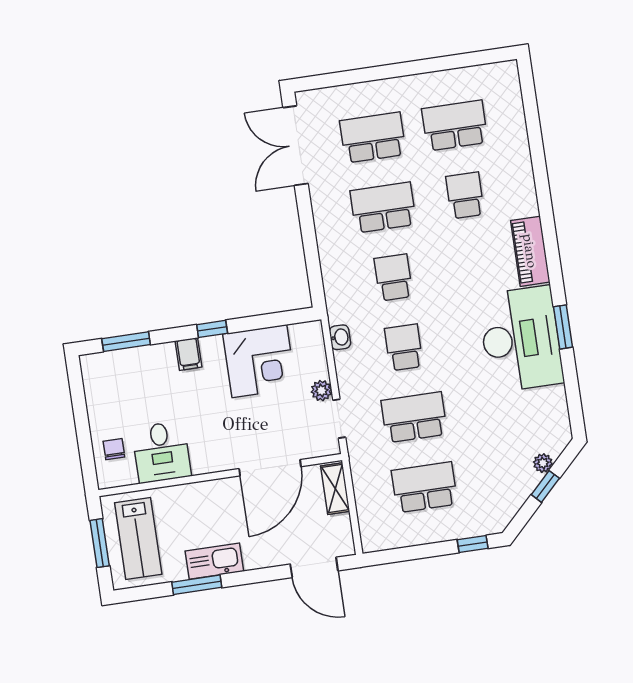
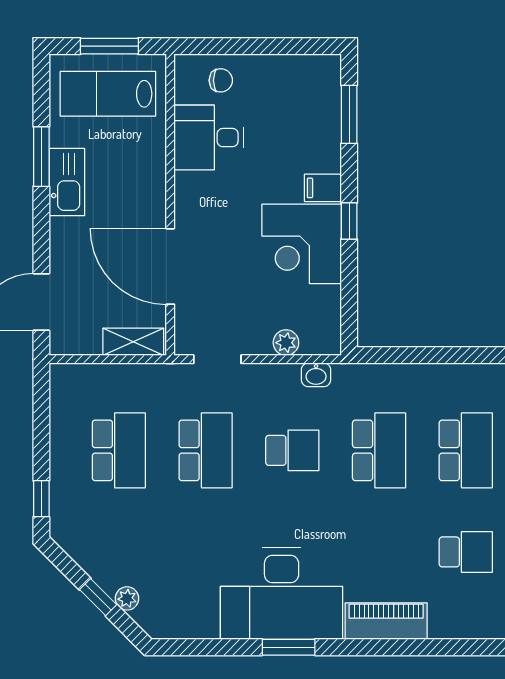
school desk: (393, 277) -> (379, 450), width x1.85
corner desk: (259, 361) -> (302, 244), moved
plant: (321, 391) -> (286, 343), moved

